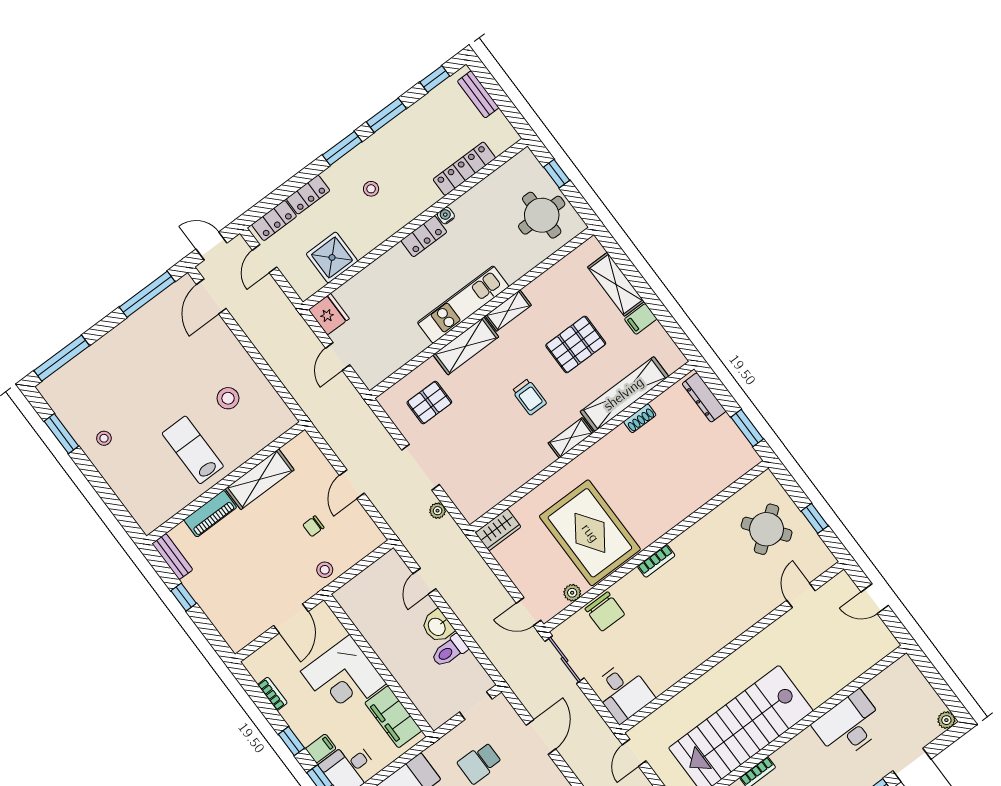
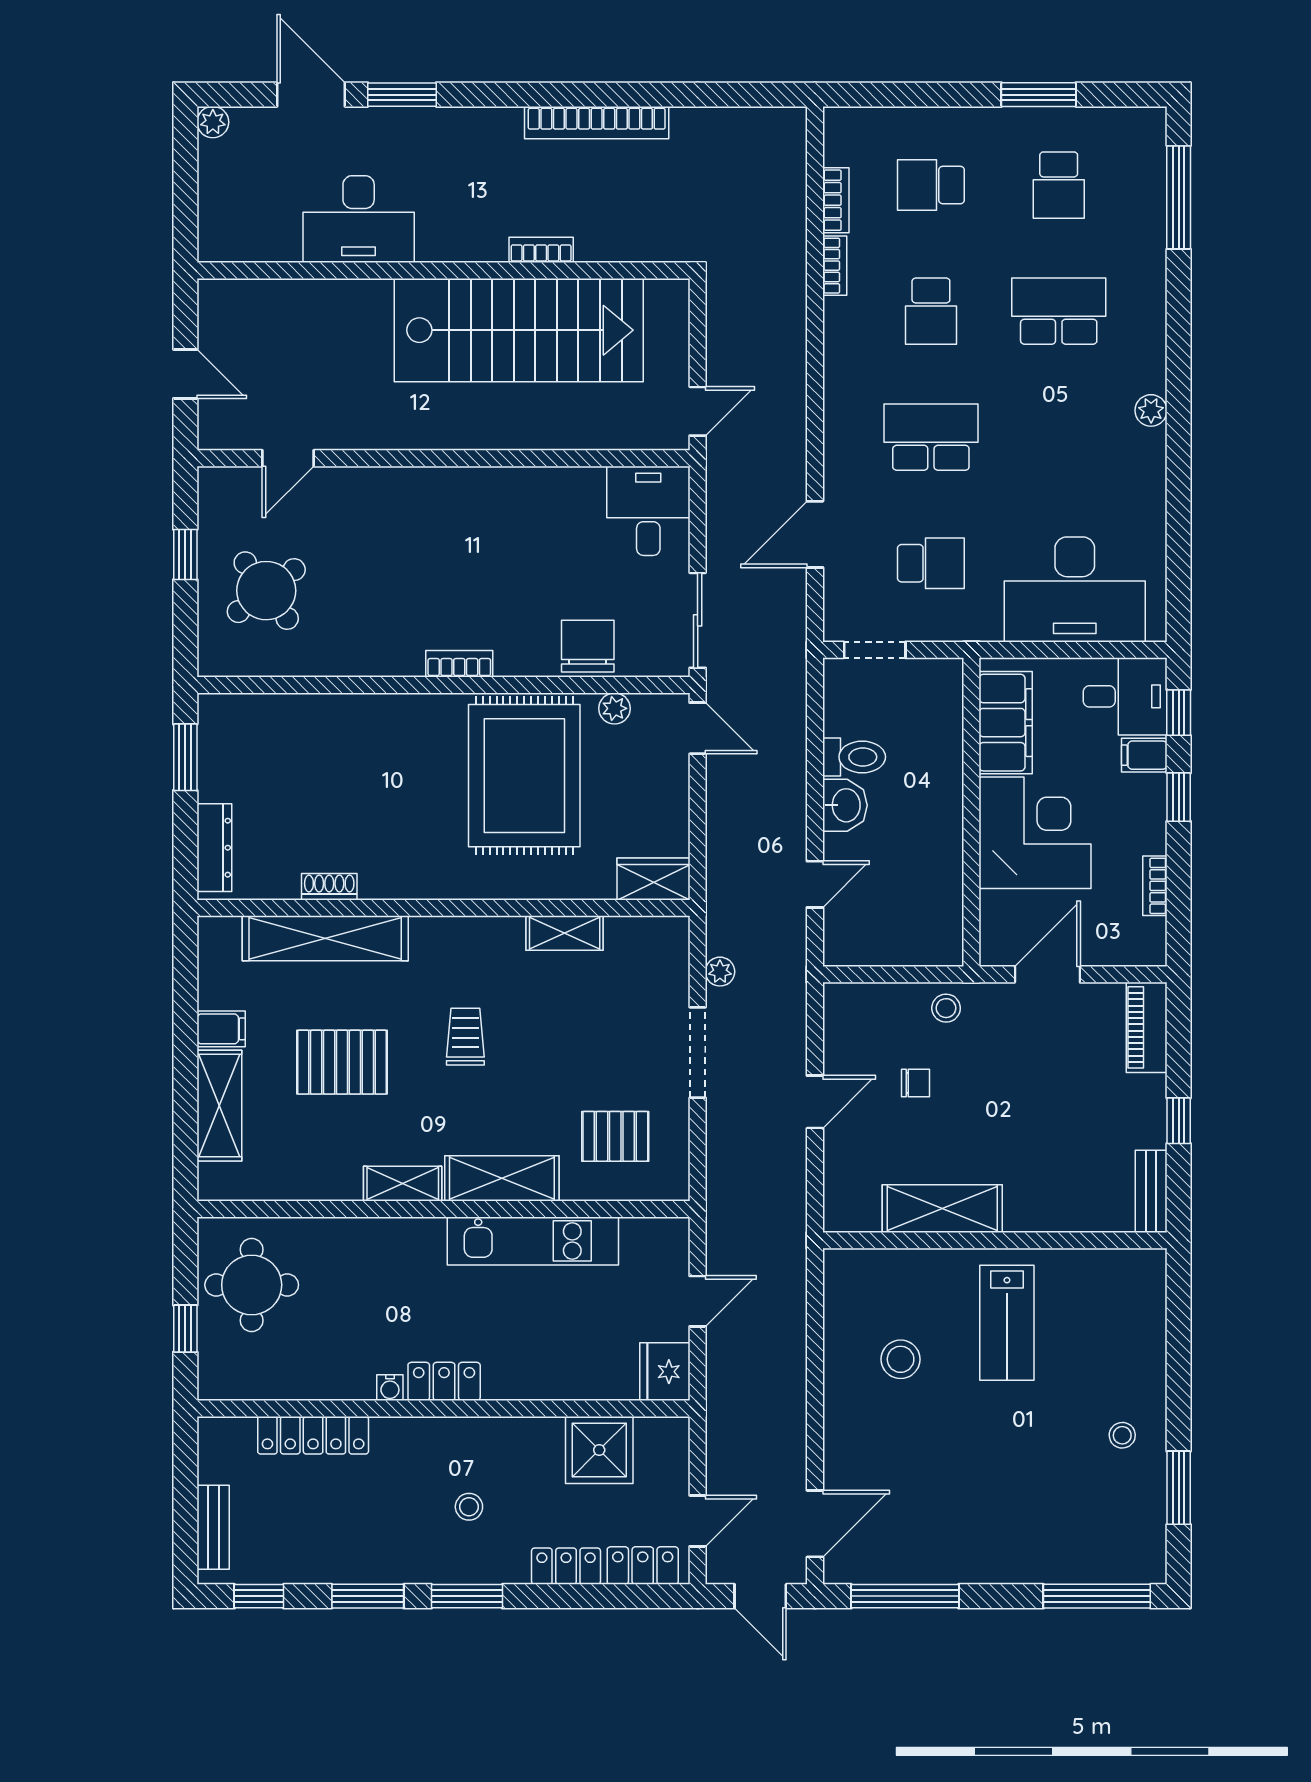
kitchen unit: (463, 304) -> (533, 1241), moved
shelving: (571, 438) -> (565, 933), moved
piano: (210, 514) -> (1147, 1027), moved, turned -90

